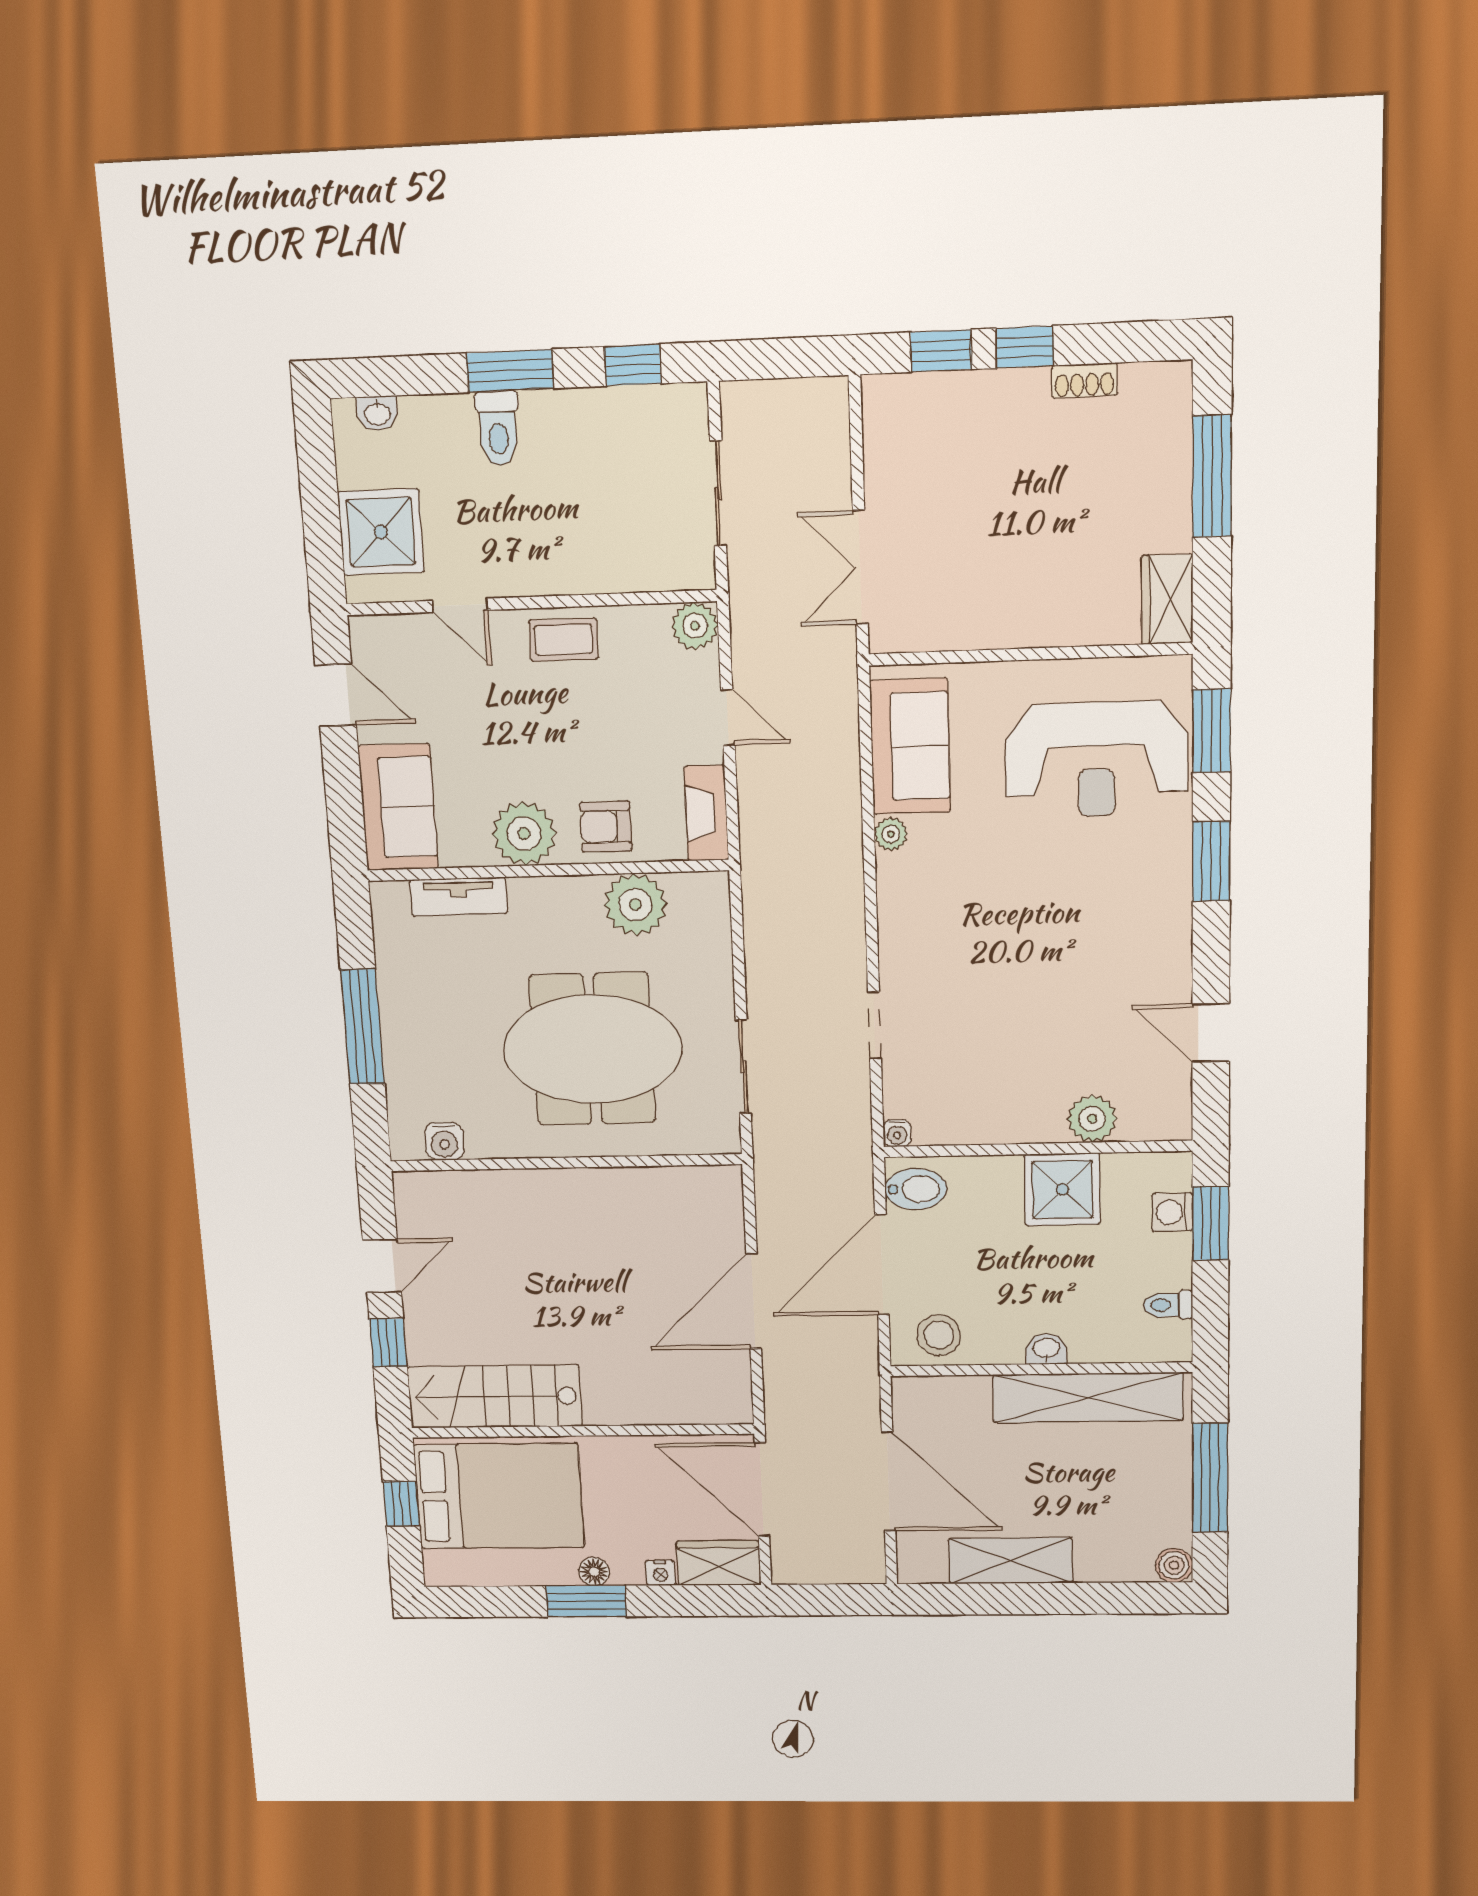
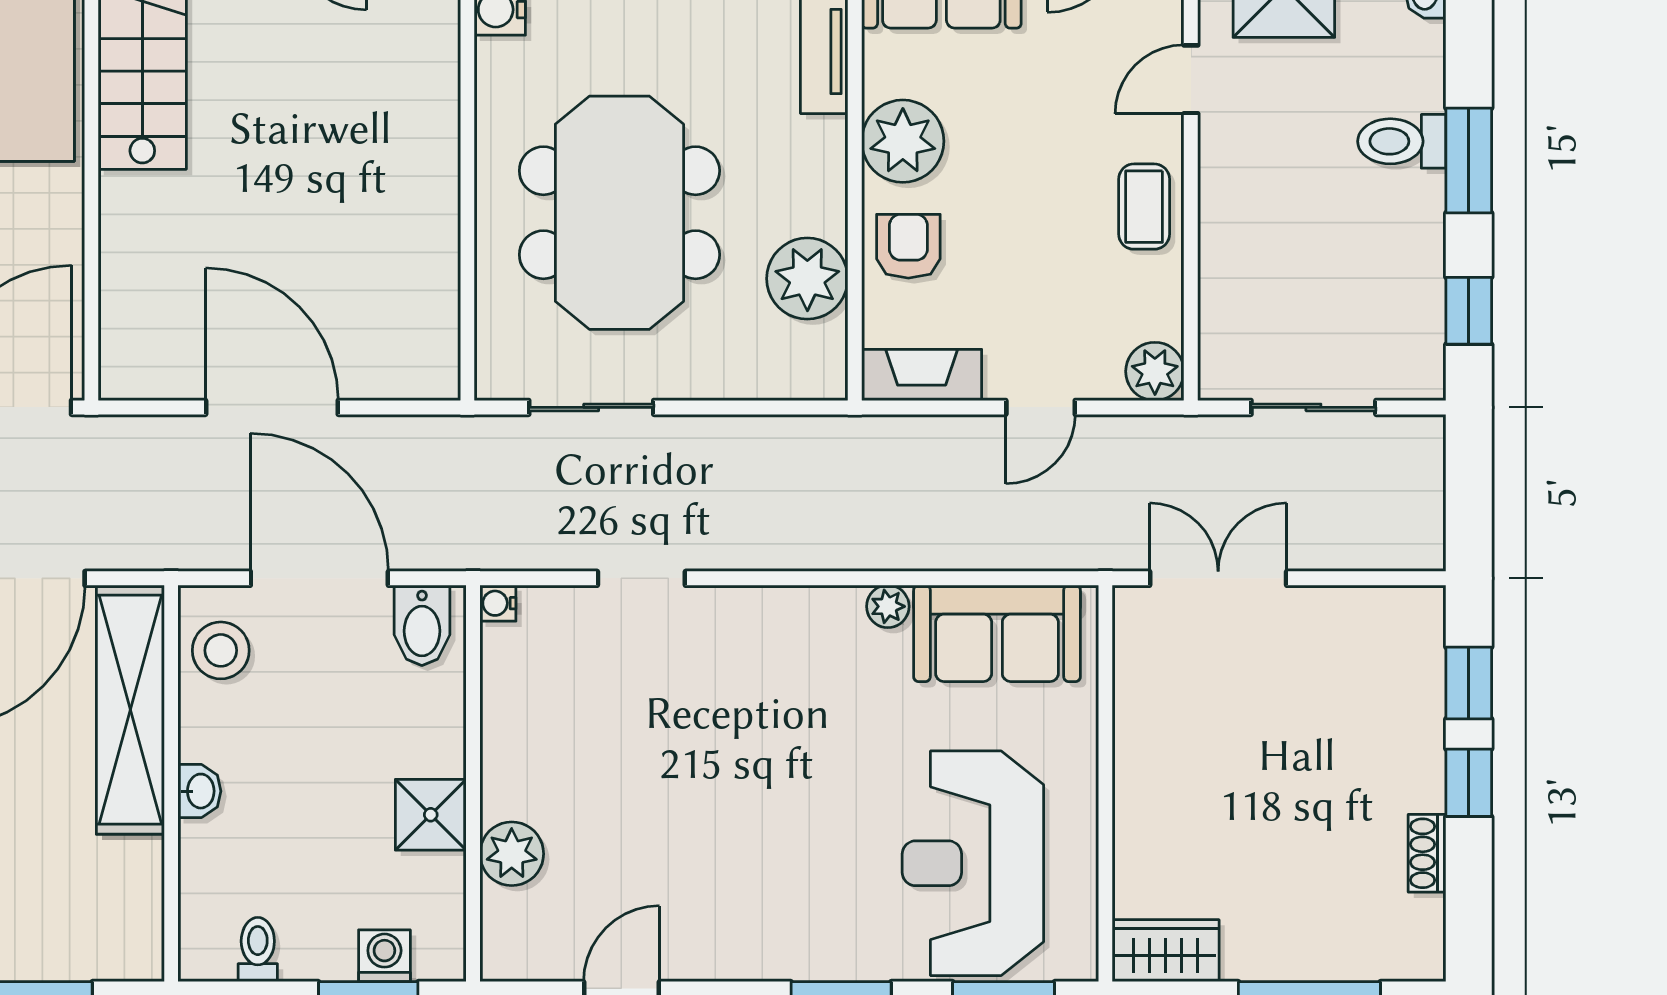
shower: (1062, 1189) -> (431, 815), width x0.73, depth x0.73
shelving: (1088, 1398) -> (130, 710), moved

